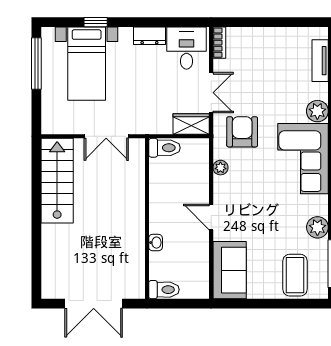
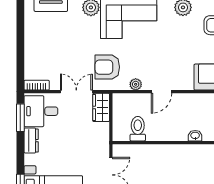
window: (178, 22) -> (20, 118), added
toilet: (164, 148) -> (138, 129), moved
door: (211, 217) -> (161, 92), moved

